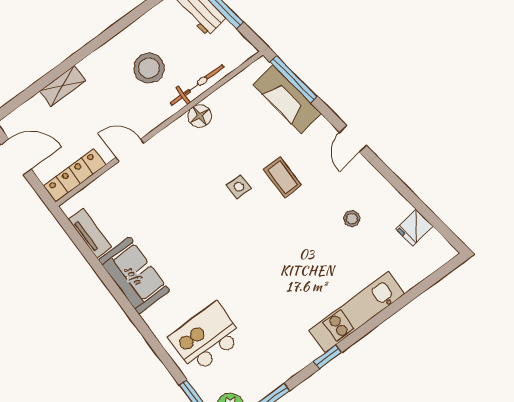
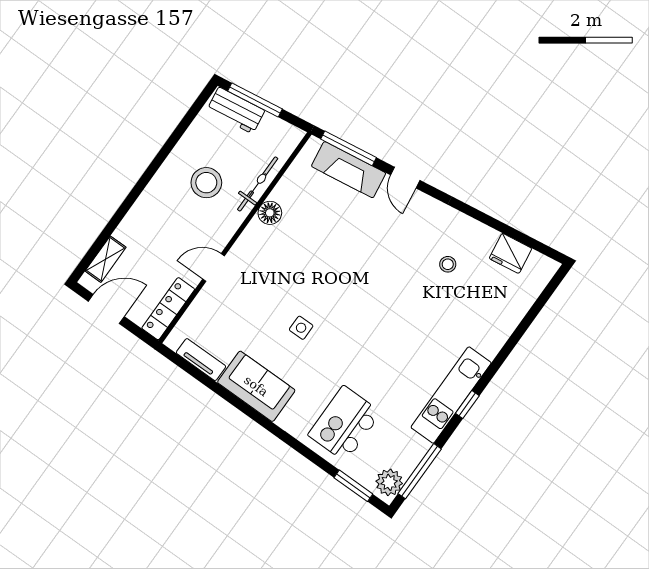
shelving: (63, 86) -> (106, 259), moved
door: (353, 139) -> (405, 178), moved
coffee table: (282, 177) -> (368, 246), removed
side table: (239, 187) -> (301, 328), moved
fridge: (414, 228) -> (510, 253), width x1.38
kitchen unit: (357, 312) -> (451, 395), moved

